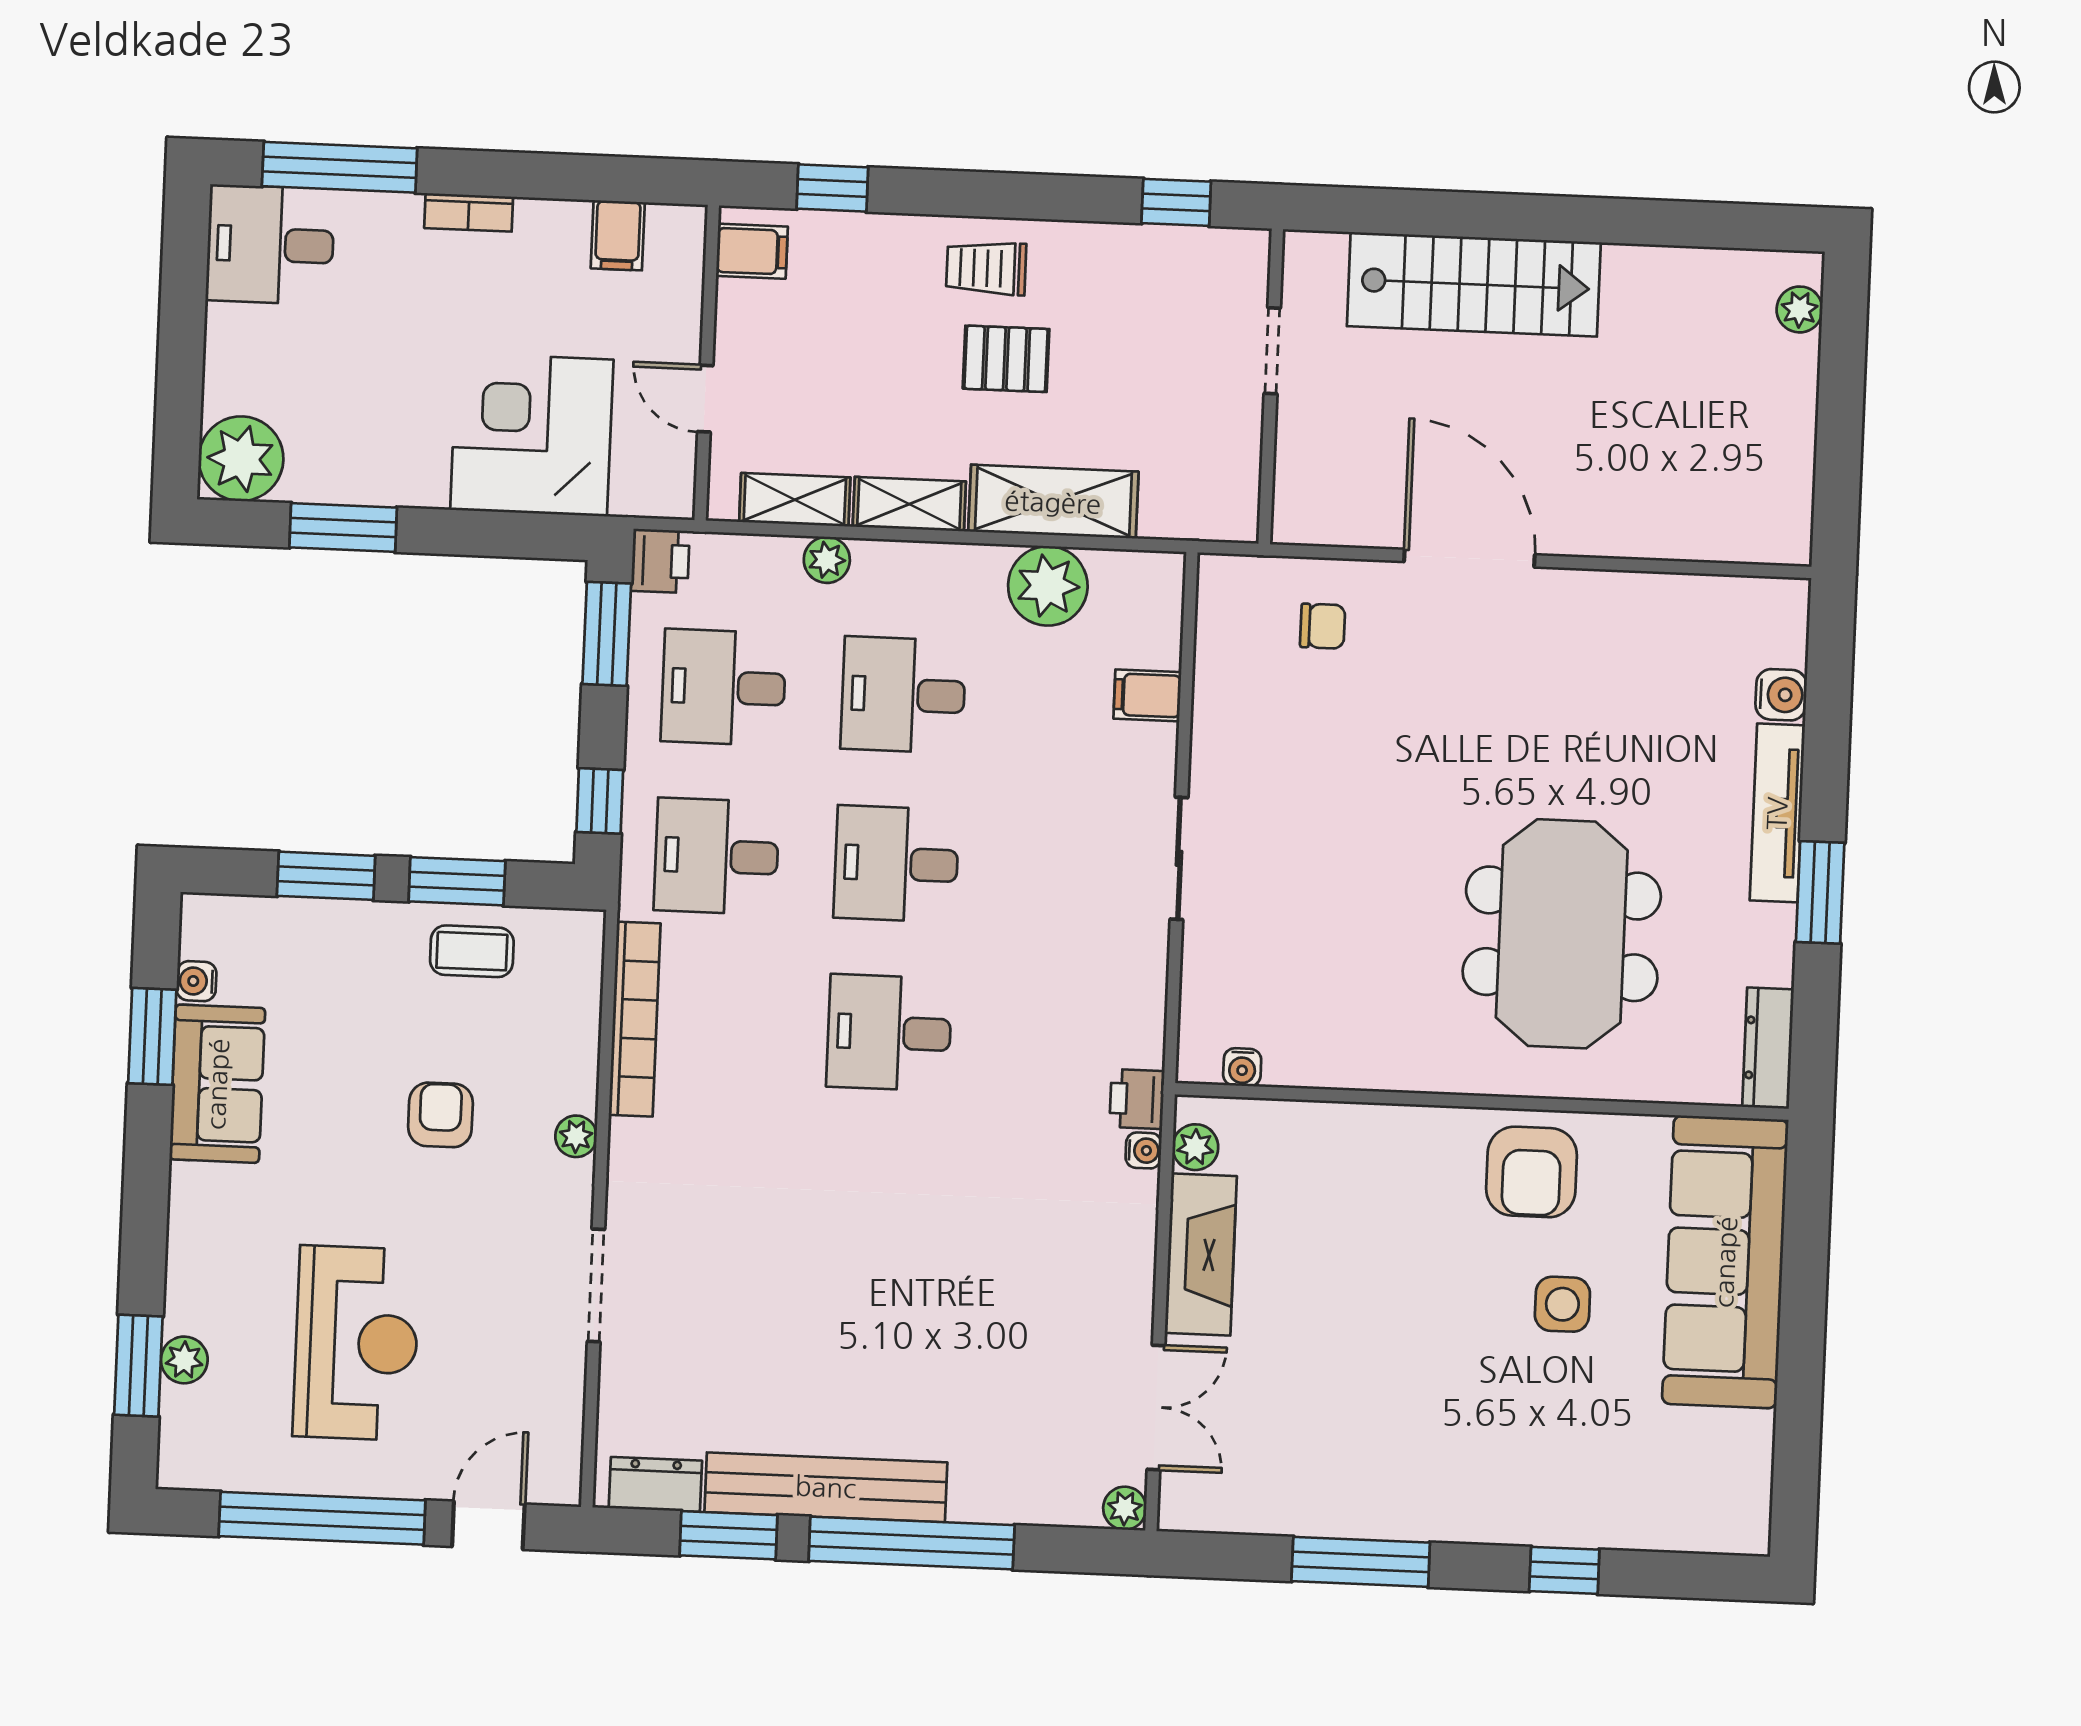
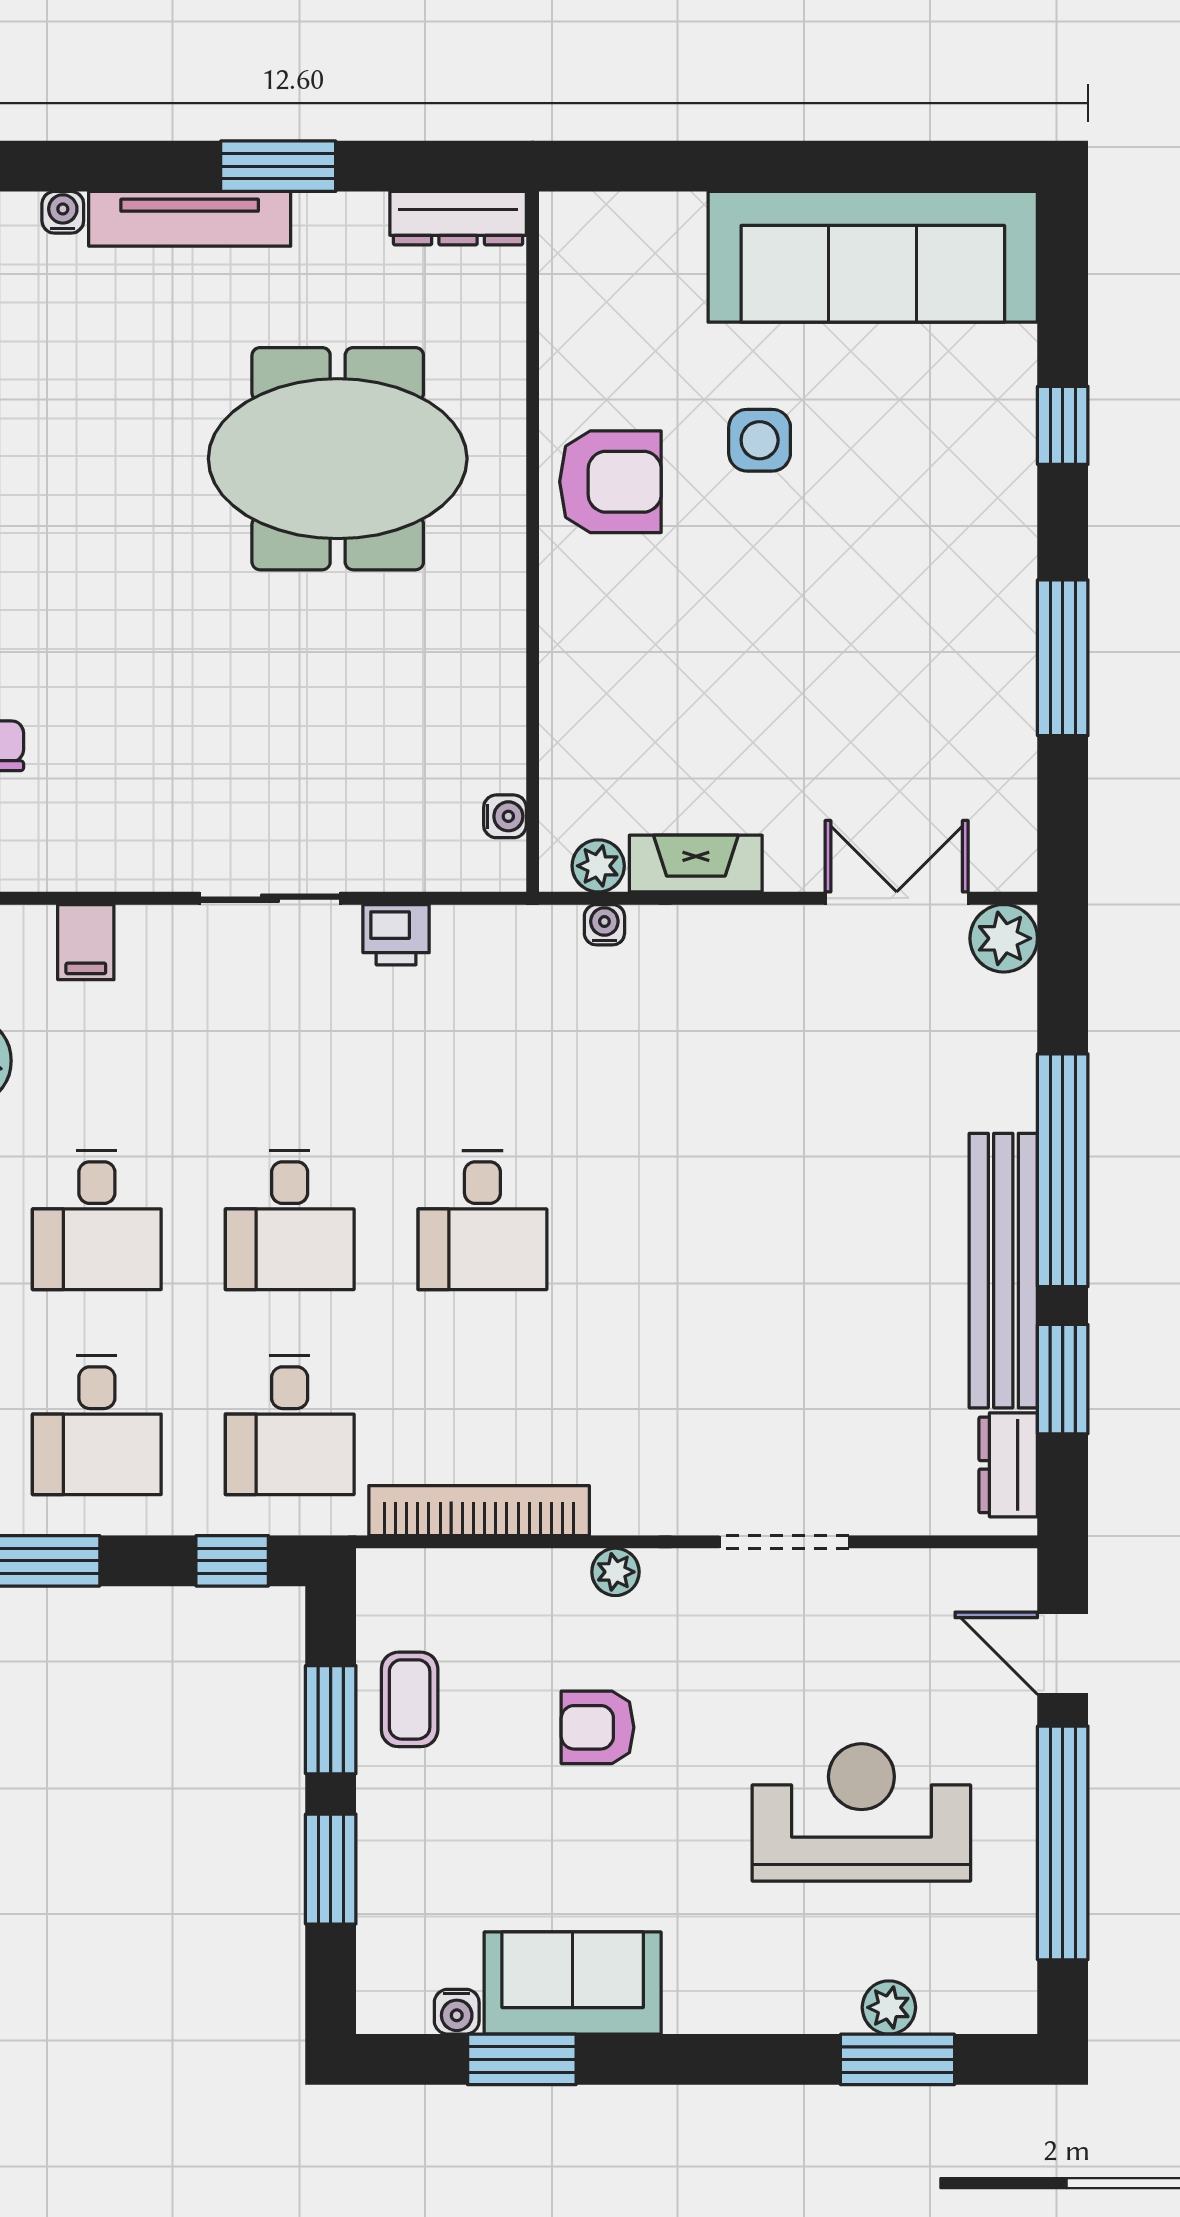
water cooler: (1781, 695) -> (63, 212), width x0.72, depth x0.72
printer: (1137, 1099) -> (396, 935), moved
fireplace: (1201, 1255) -> (696, 864), width x0.73, depth x0.76
sofa: (1725, 1262) -> (873, 257), moved
plant: (1125, 1508) -> (1004, 938), width x1.38, depth x1.38

